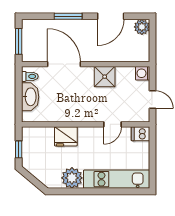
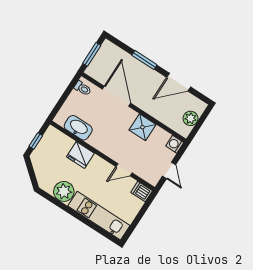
plant: (142, 27) -> (191, 118), moved
washbasin: (30, 97) -> (78, 128), moved, turned -90

